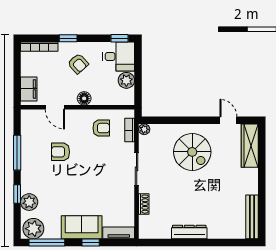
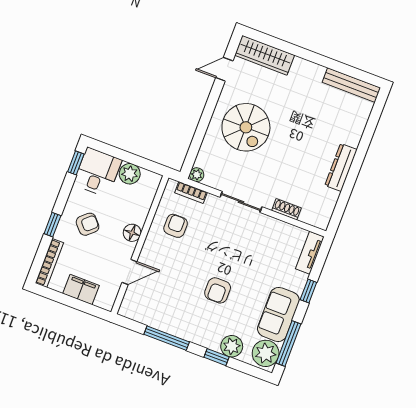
filing cabinet: (29, 89) -> (81, 289), moved
armchair: (61, 152) -> (218, 290), moved
spiral stairs: (192, 152) -> (246, 127), turned 90
sofa: (82, 227) -> (278, 314), moved

